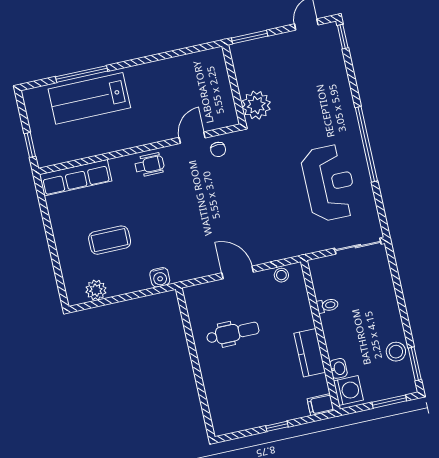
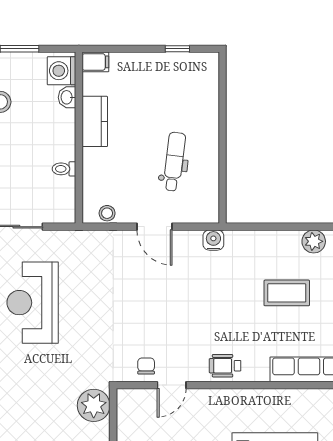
water cooler: (160, 277) -> (213, 240), moved
dental chair: (233, 333) -> (174, 162), turned 97
window: (277, 426) -> (177, 49), moved

